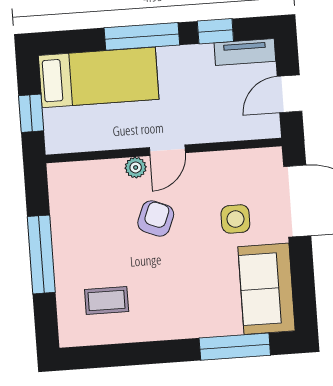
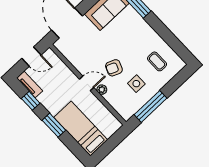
window: (142, 36) -> (54, 125), width x0.69
window: (31, 113) -> (113, 142), removed
side table: (235, 219) -> (136, 84), moved
window: (41, 254) -> (150, 106), moved

